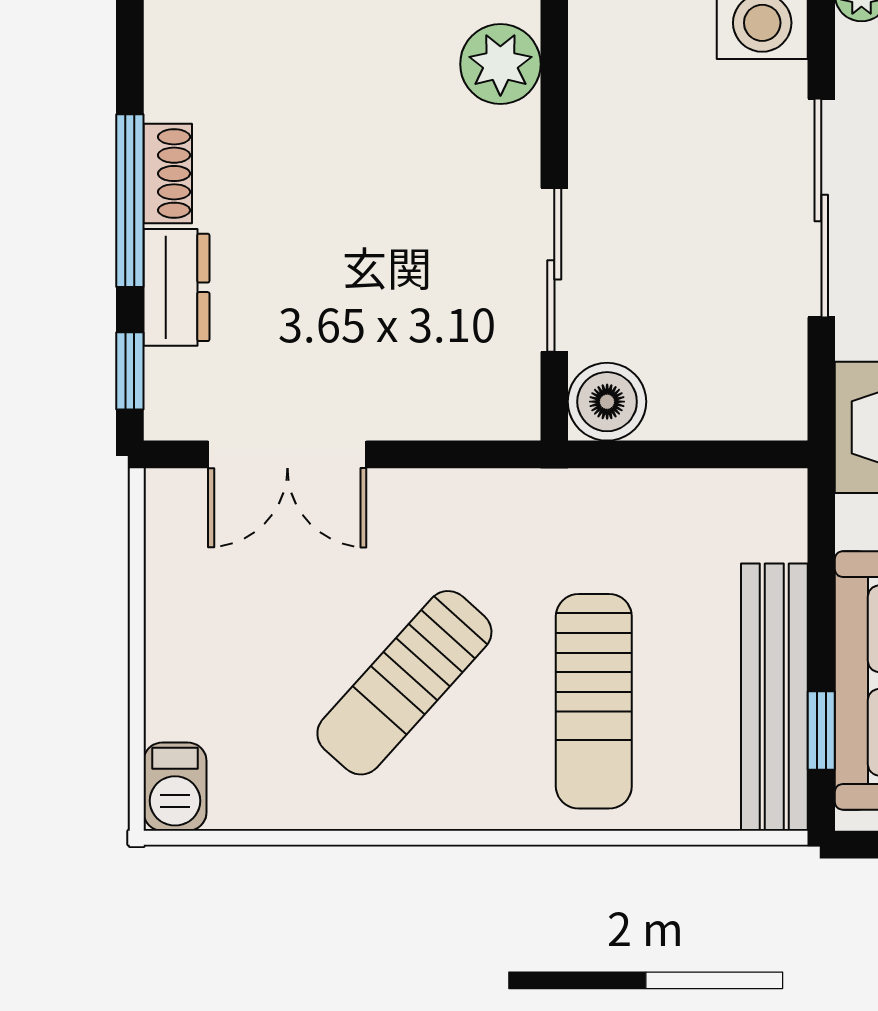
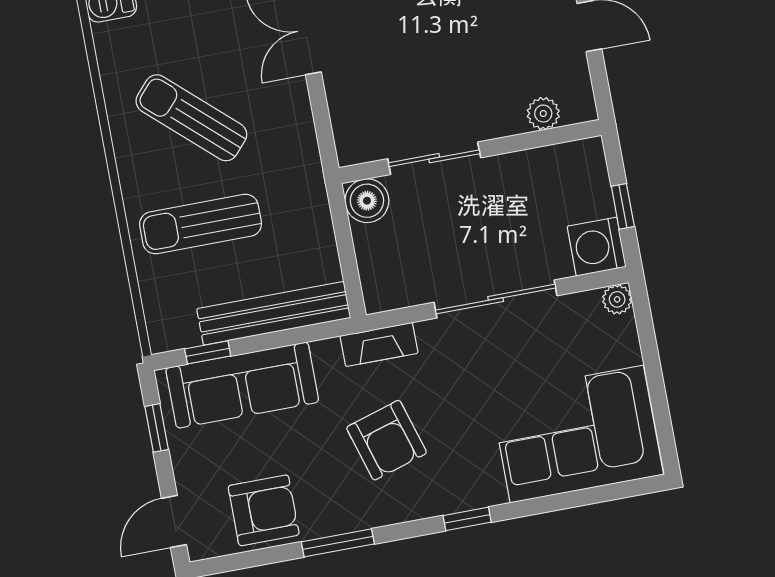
plant: (500, 64) -> (543, 114), width x0.73, depth x0.73
bench: (774, 697) -> (274, 313), moved

